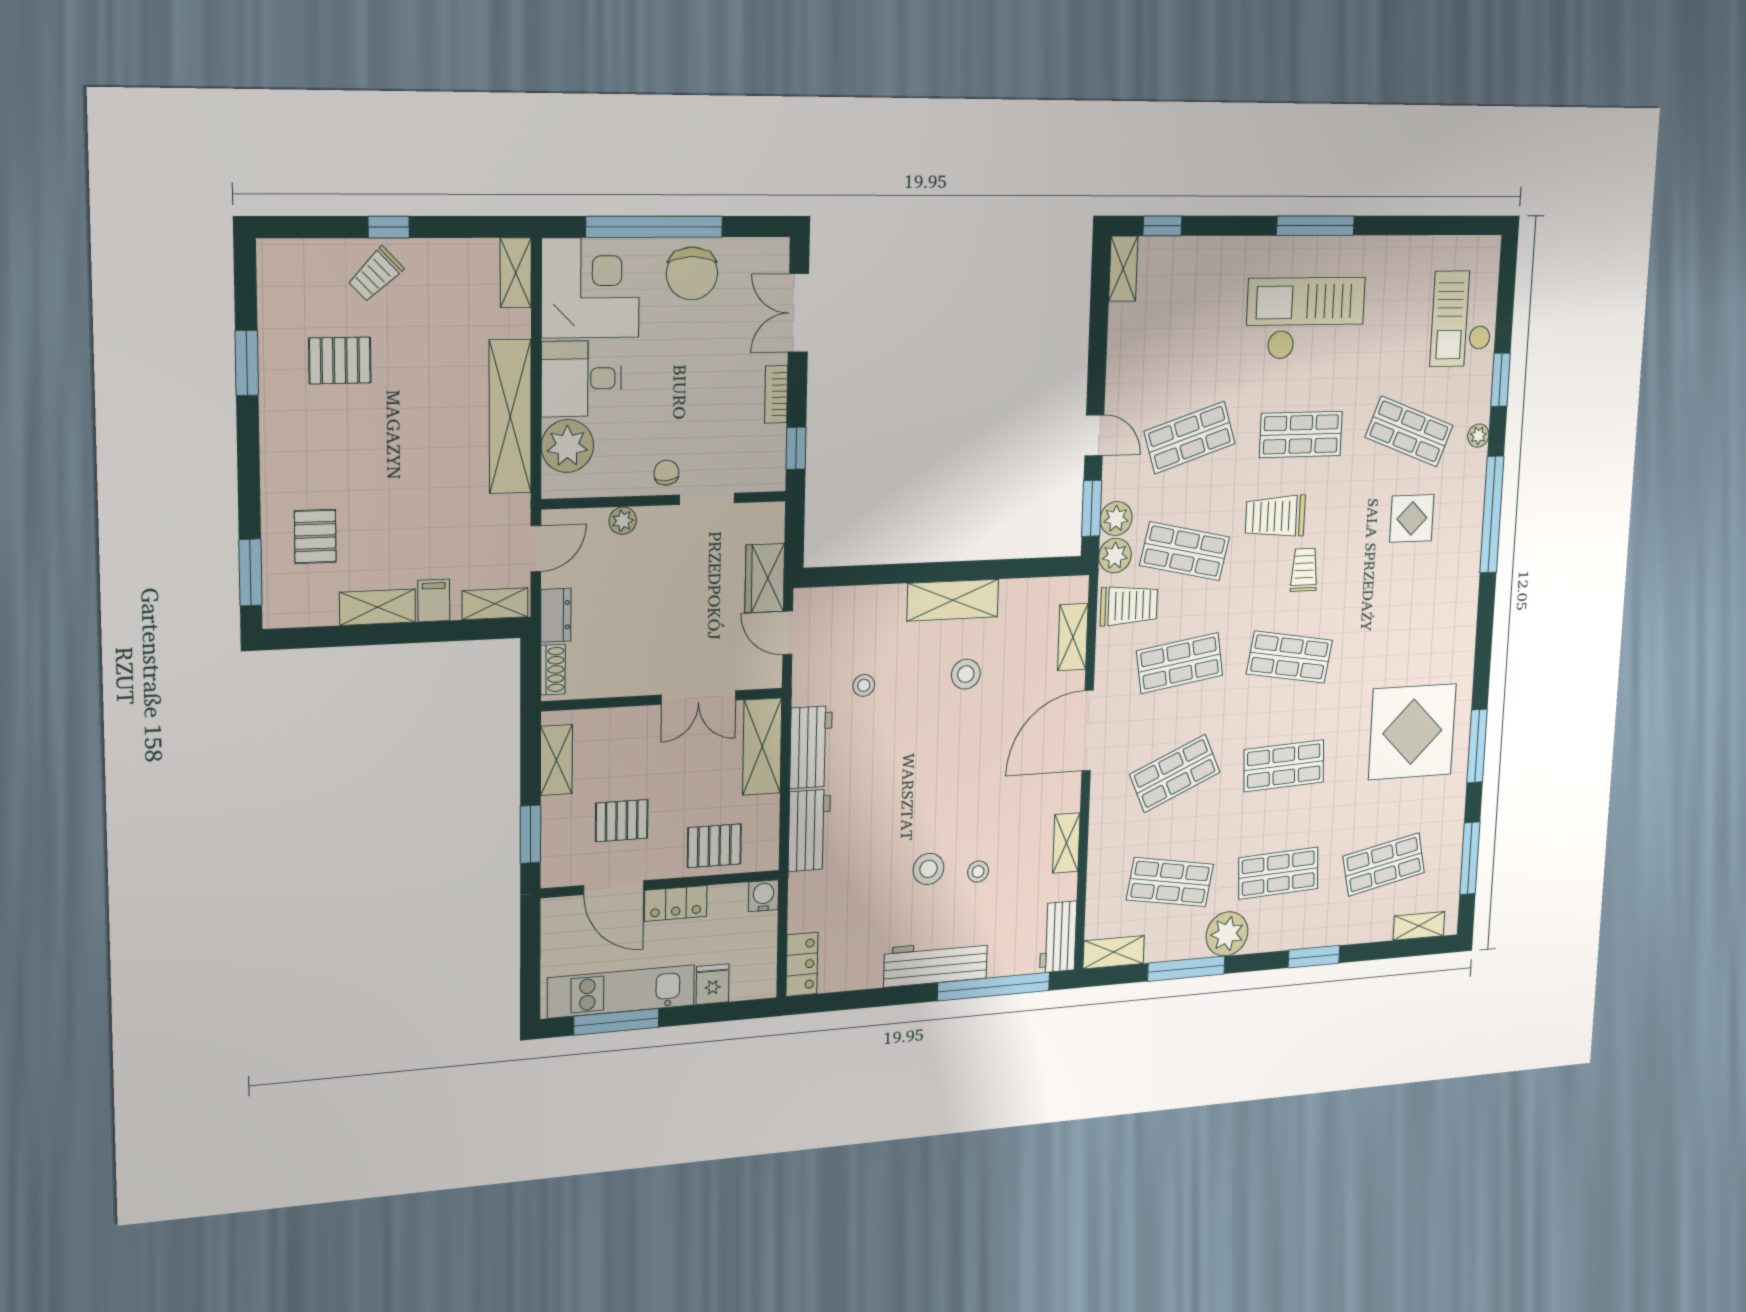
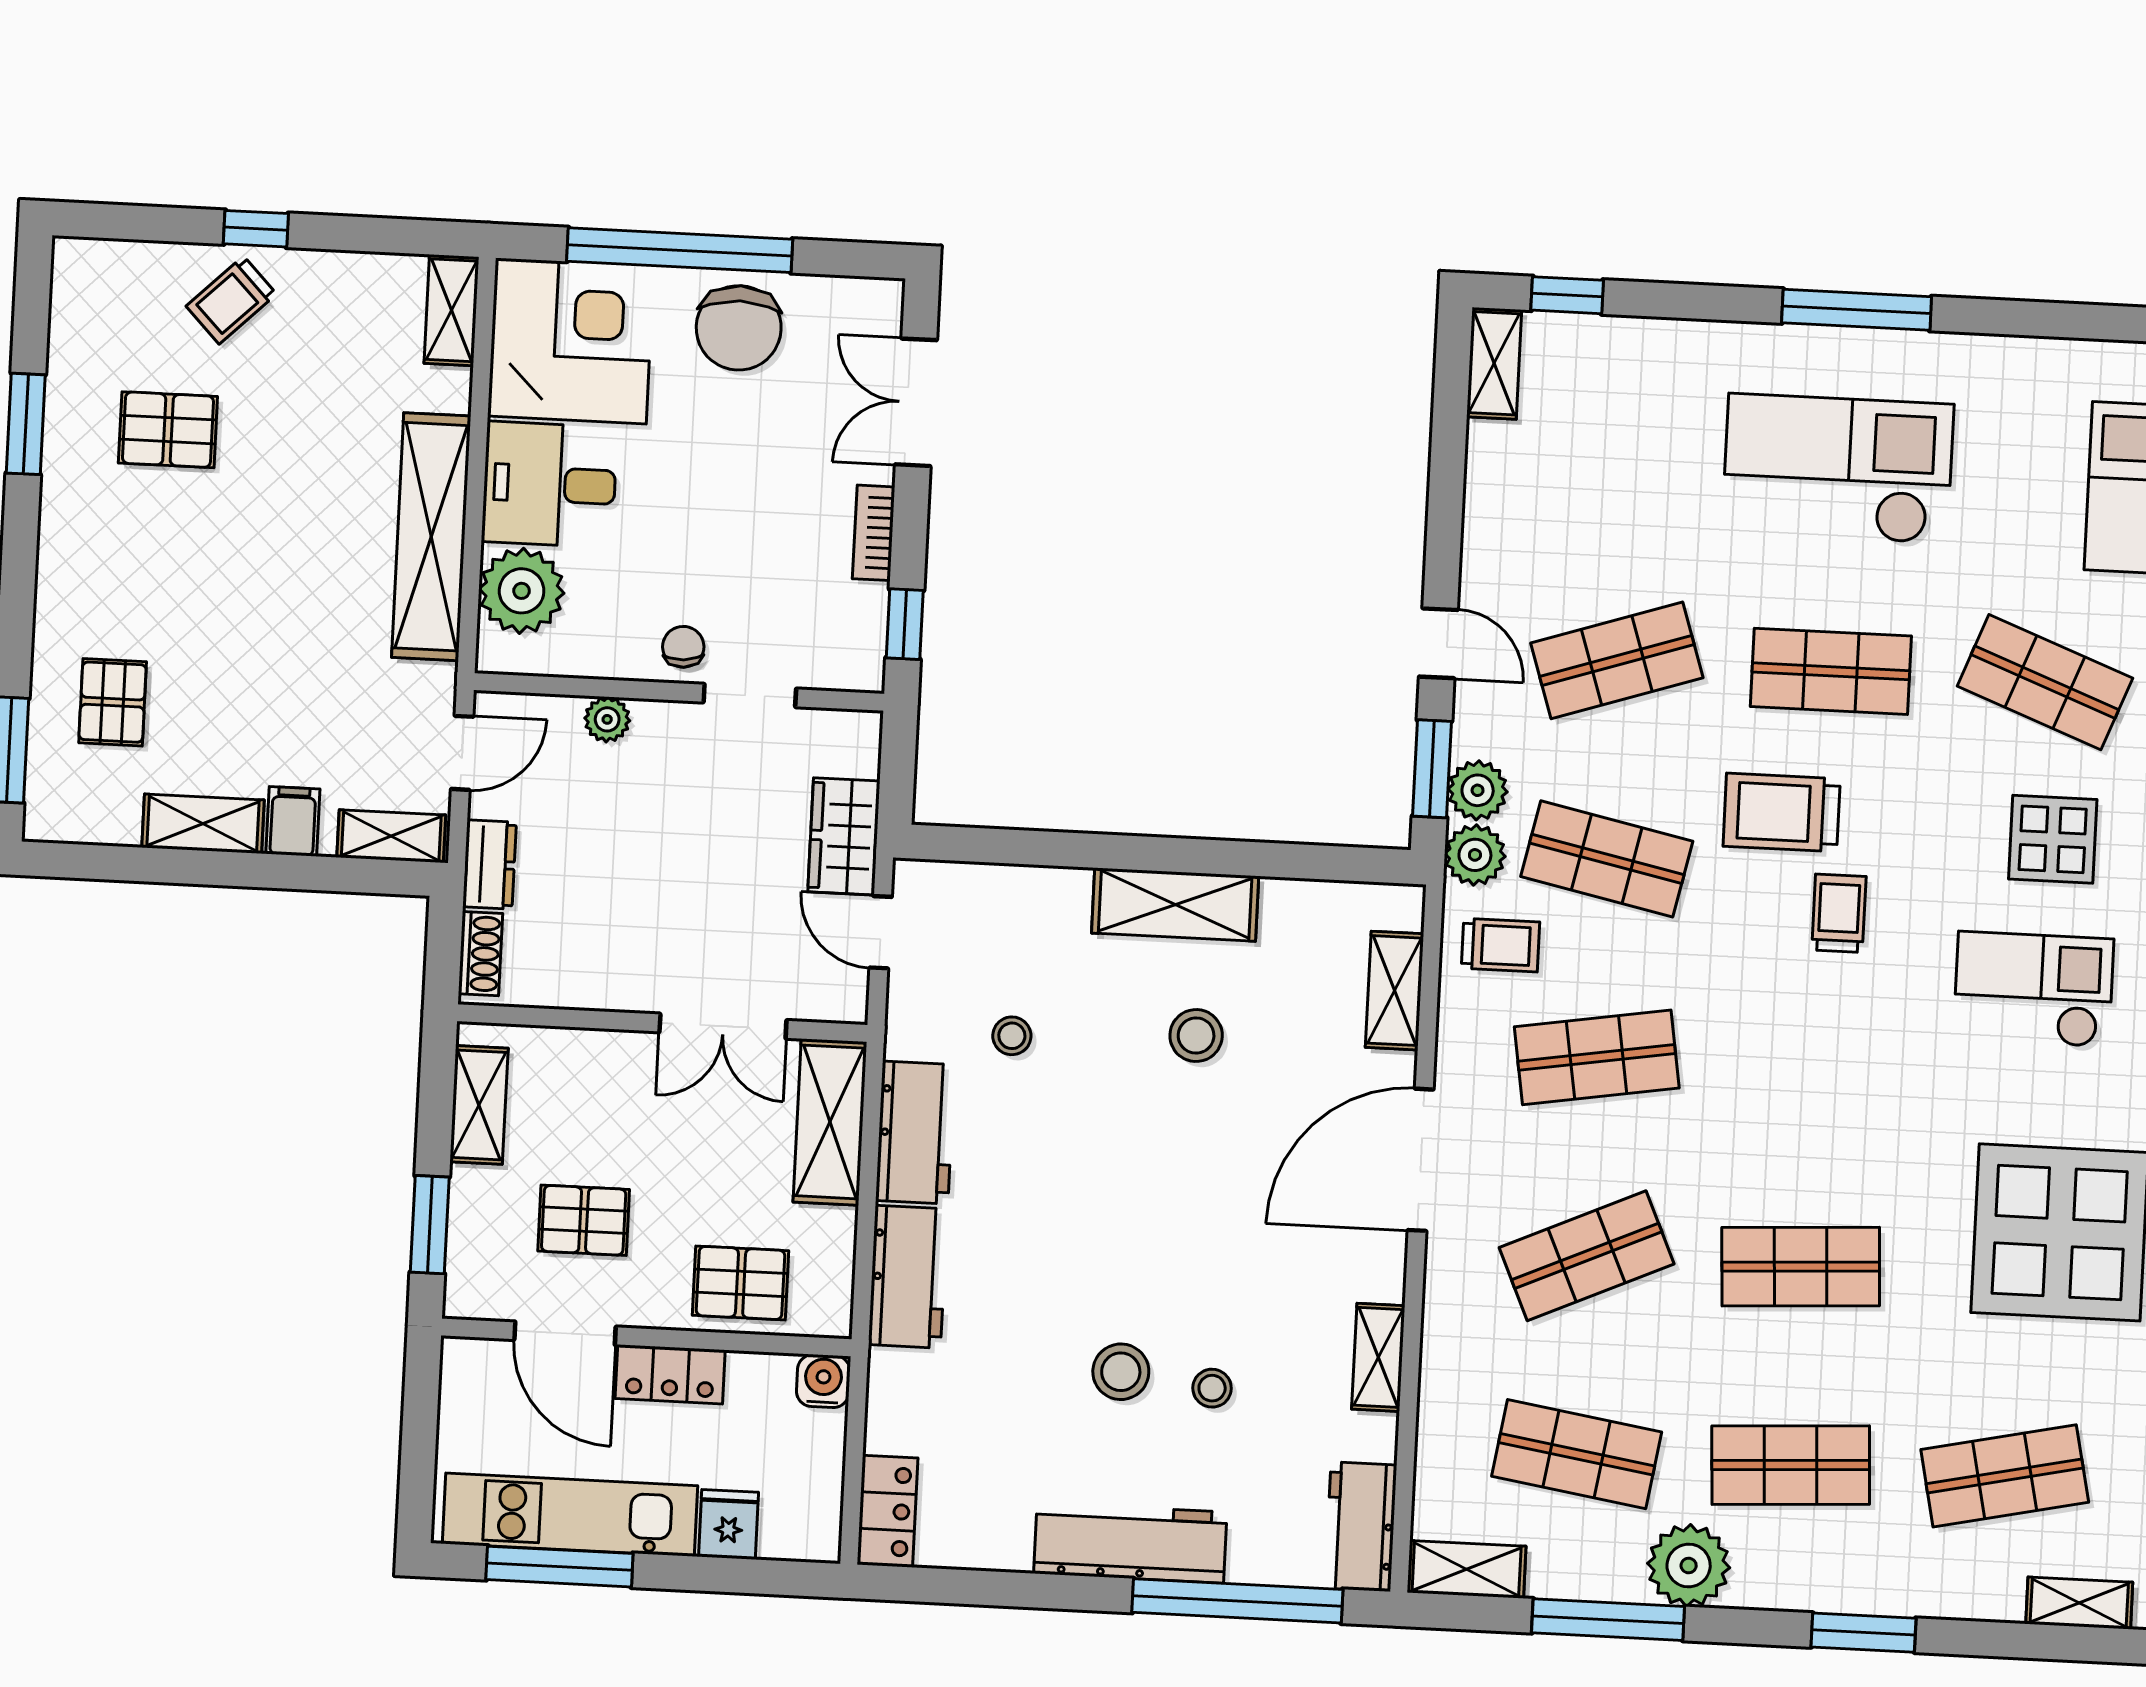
checkout: (1401, 602) -> (2034, 989), added
trolley: (1129, 605) -> (1500, 945), width x0.73, depth x0.72
shop shelf: (1289, 657) -> (1811, 1068), removed

